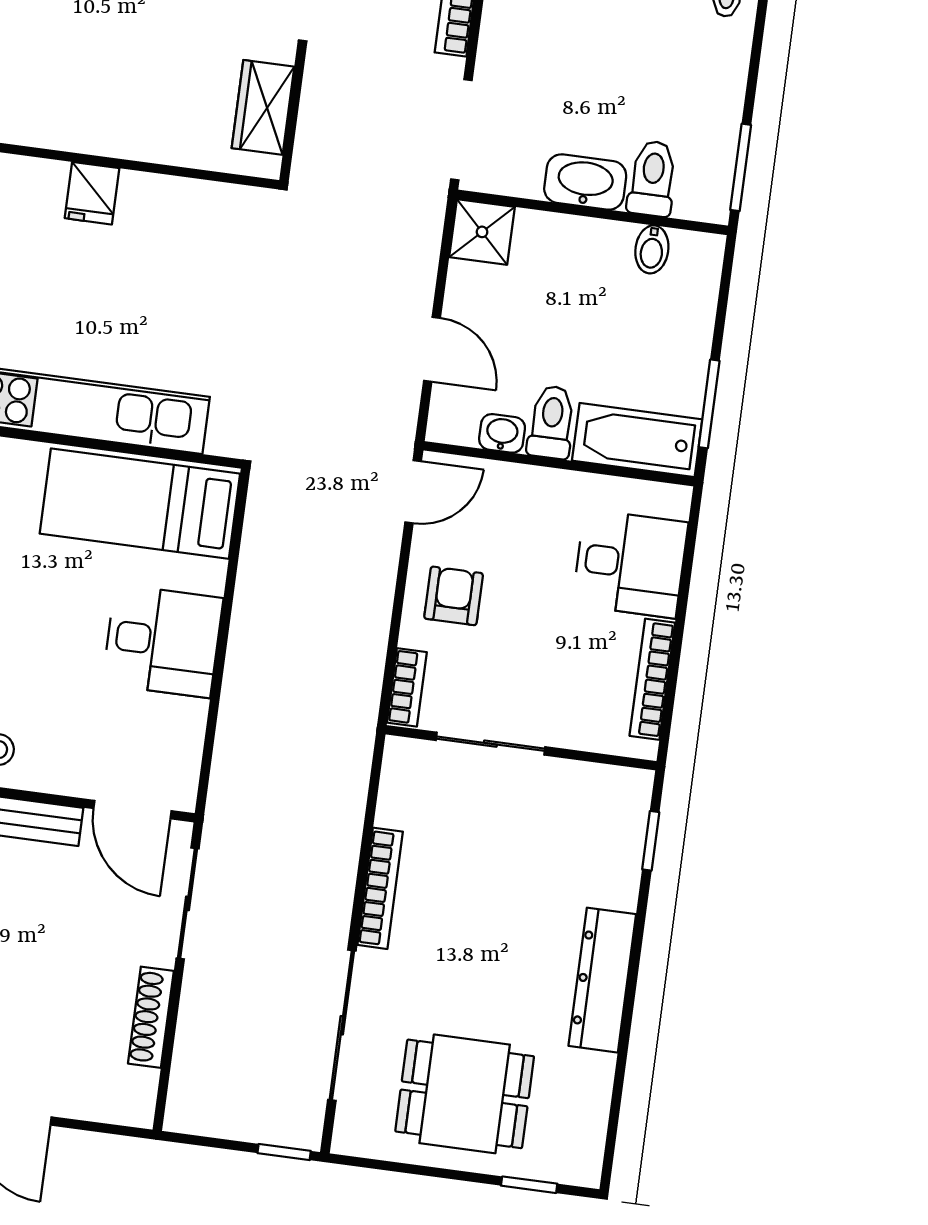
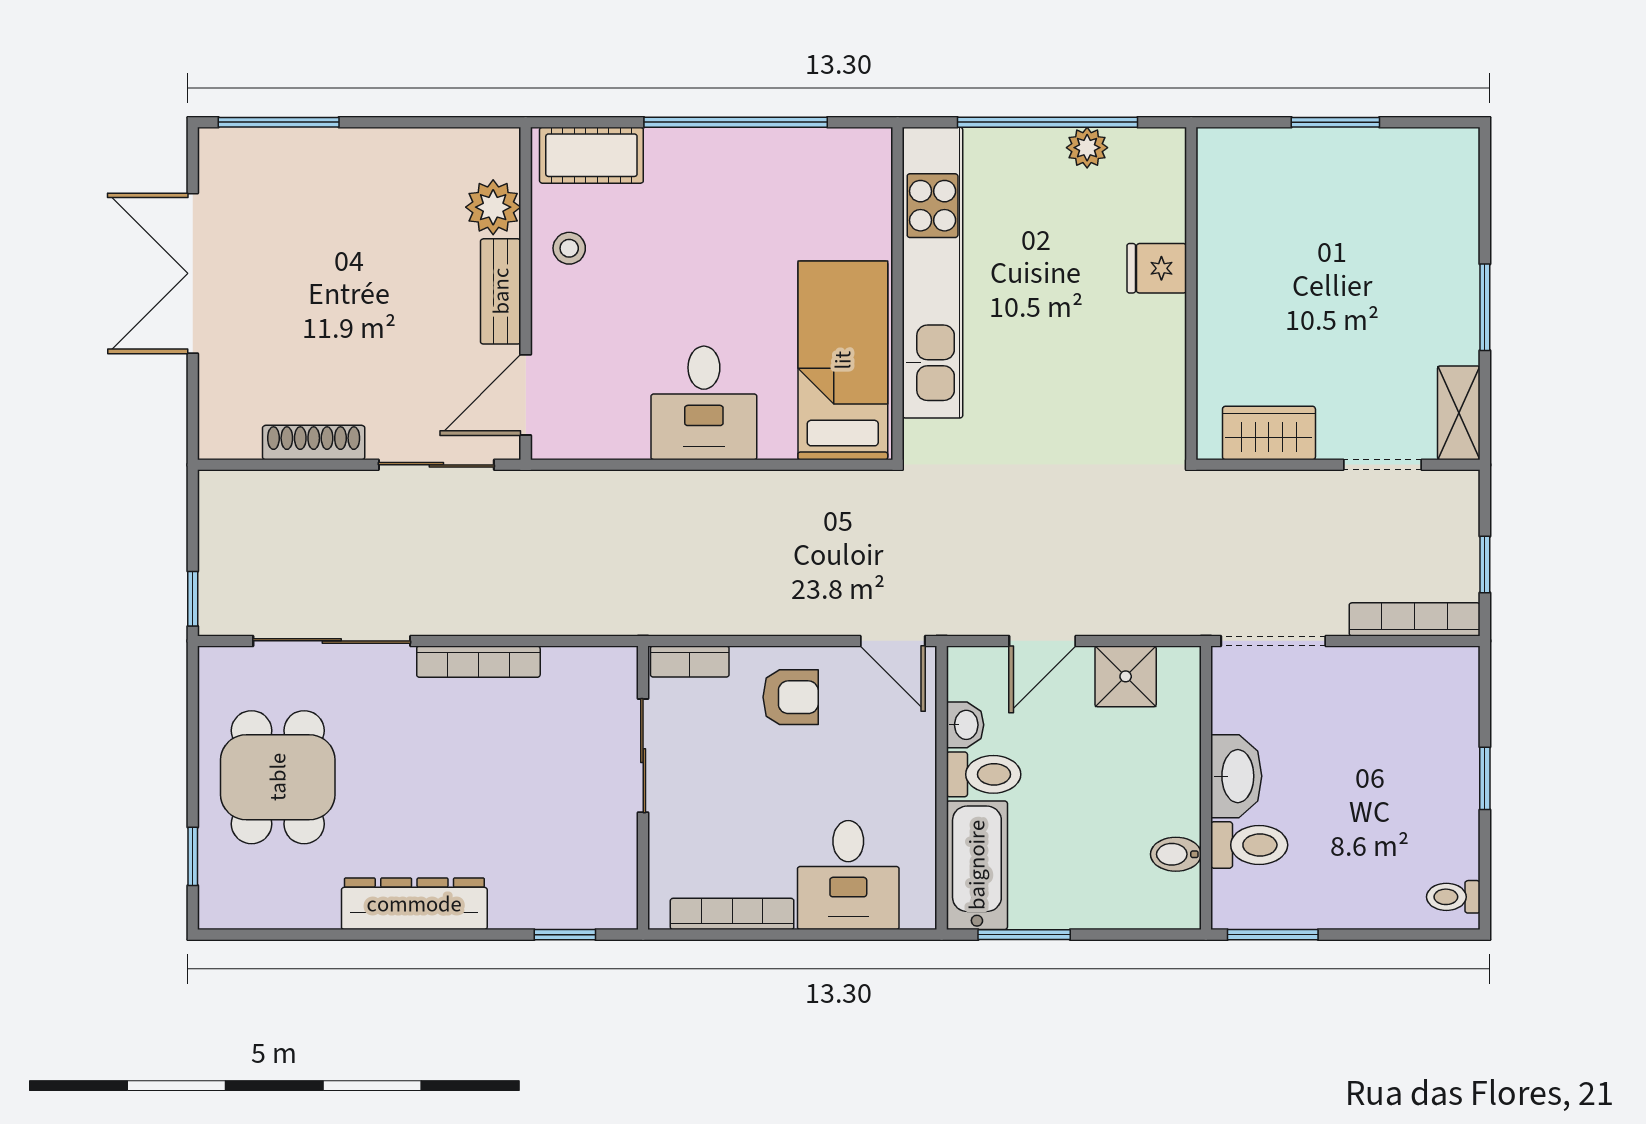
shower: (482, 232) -> (1126, 676), moved

